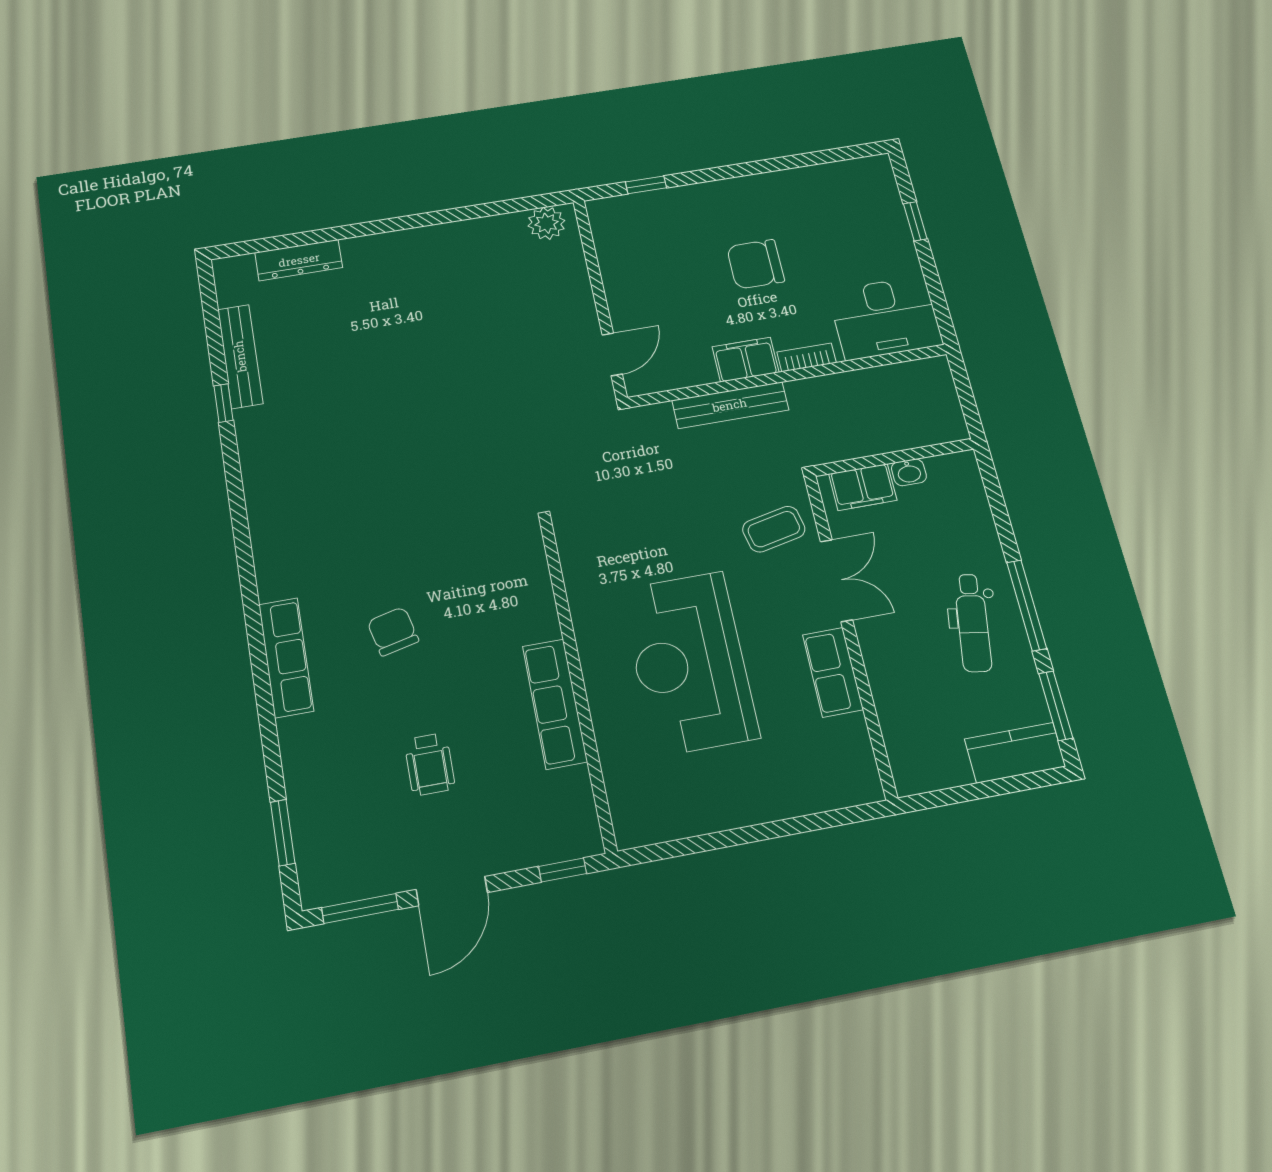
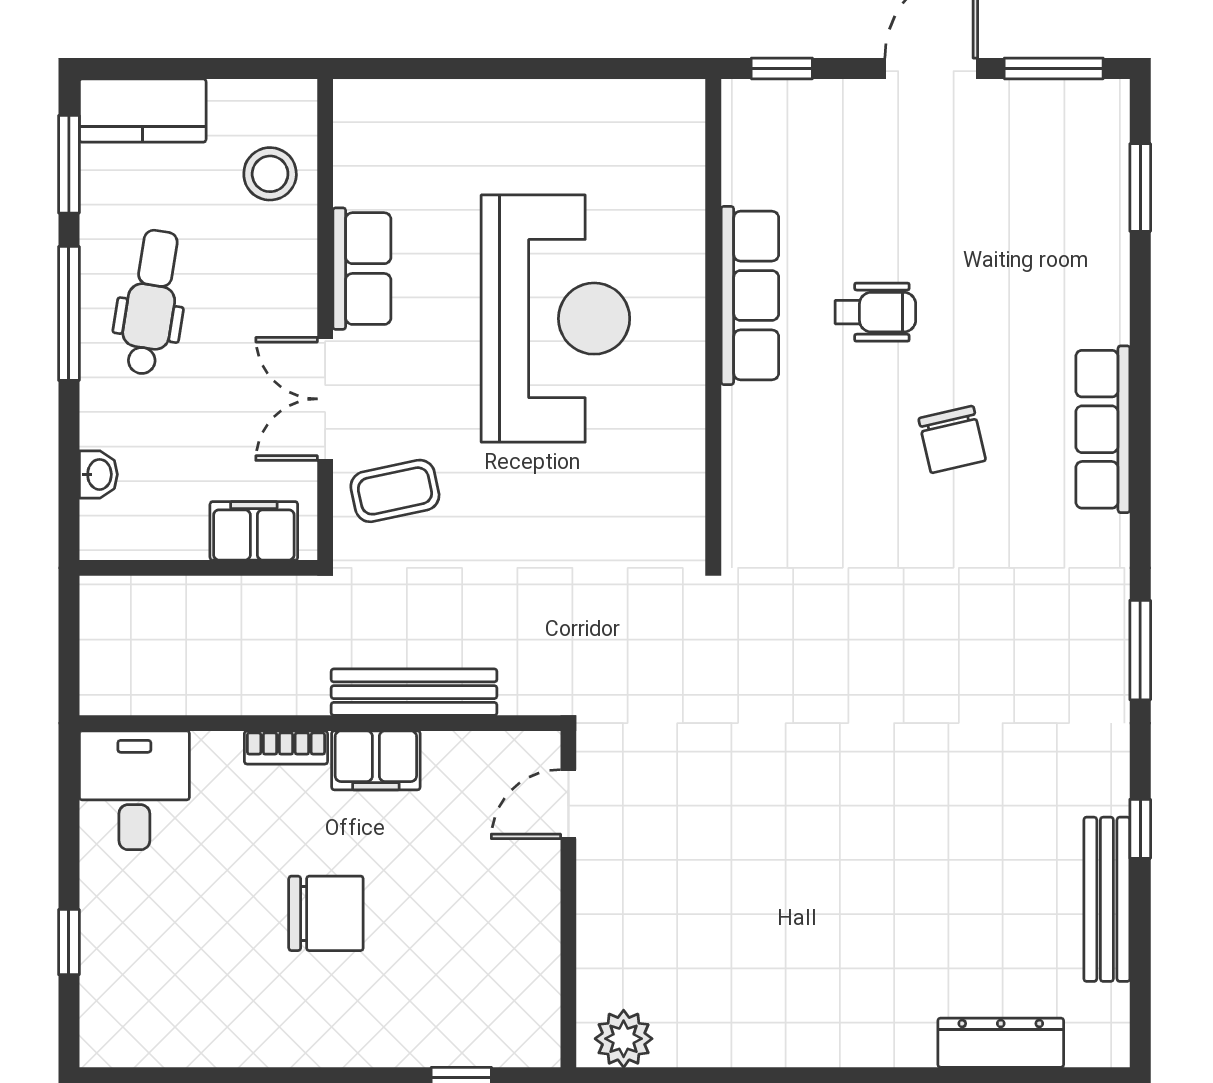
desk: (885, 318) -> (134, 790), width x0.73
washbasin: (909, 472) -> (98, 474), moved, turned 90
window: (239, 516) -> (1140, 650), added
stool: (914, 725) -> (270, 174), added
wheelchair: (430, 764) -> (875, 312), moved, turned 90

